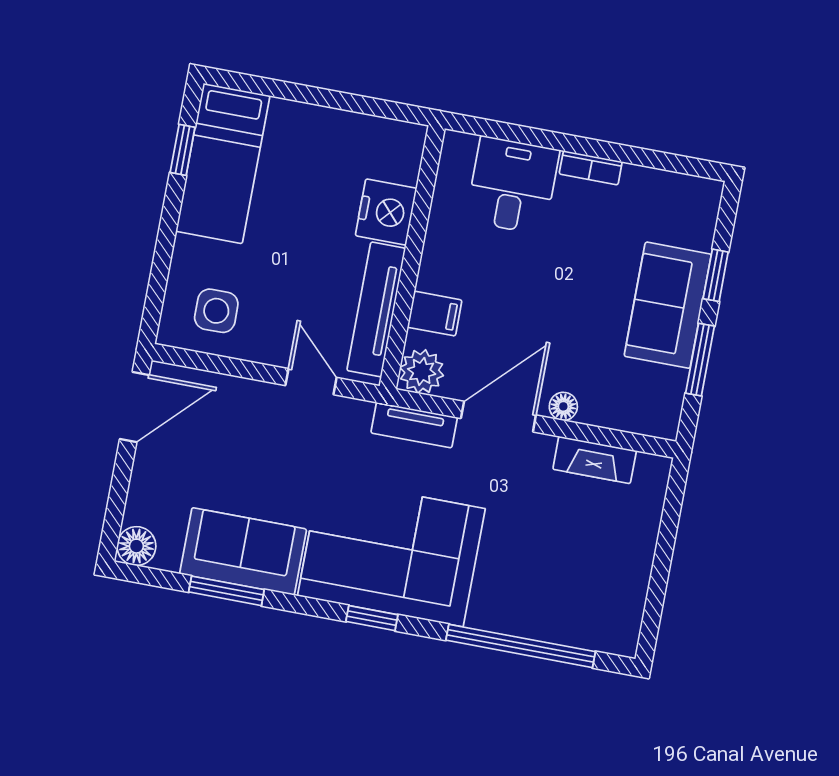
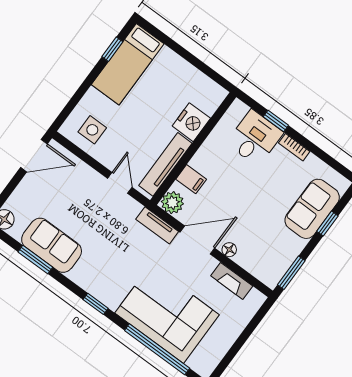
window: (536, 137) -> (276, 121), added
sofa: (668, 305) -> (312, 209), moved
window: (700, 360) -> (291, 273), moved
corner sofa: (391, 552) -> (167, 314), moved

